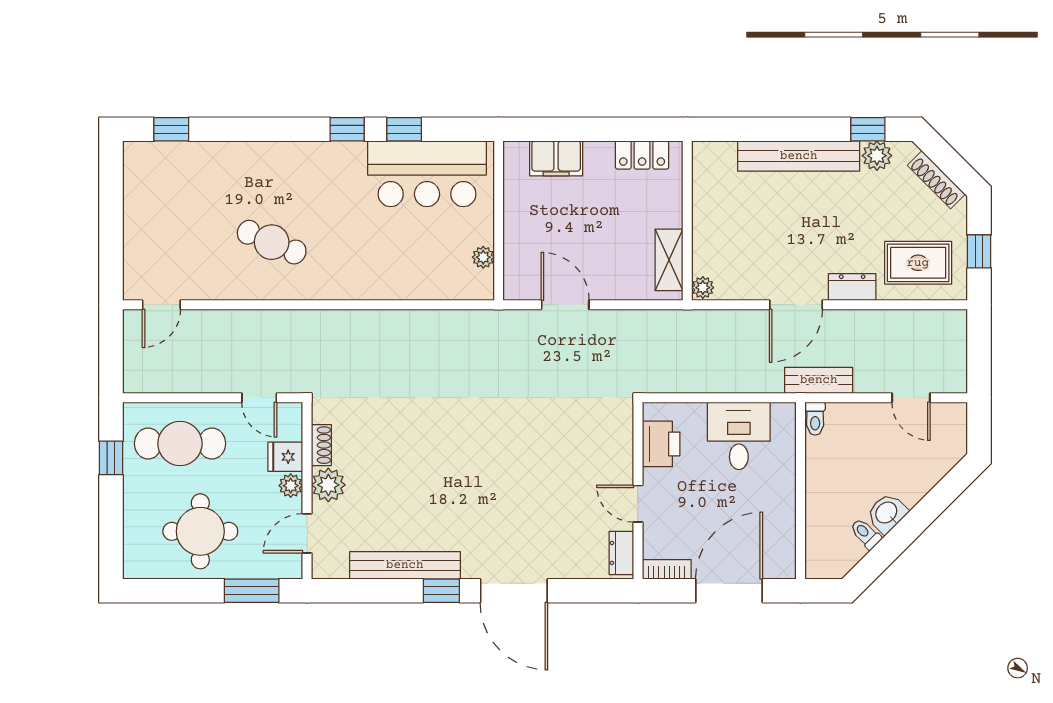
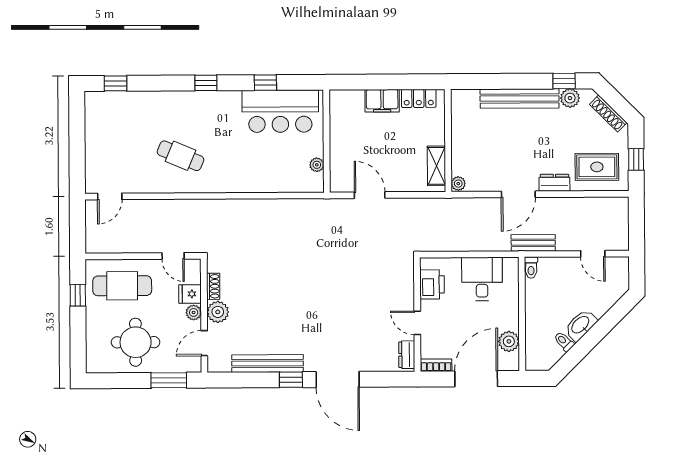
window: (347, 129) -> (206, 83), moved
filing cabinet: (556, 158) -> (382, 101), moved
washbasin: (887, 513) -> (581, 325), width x1.38
plant: (780, 533) -> (509, 341), added

